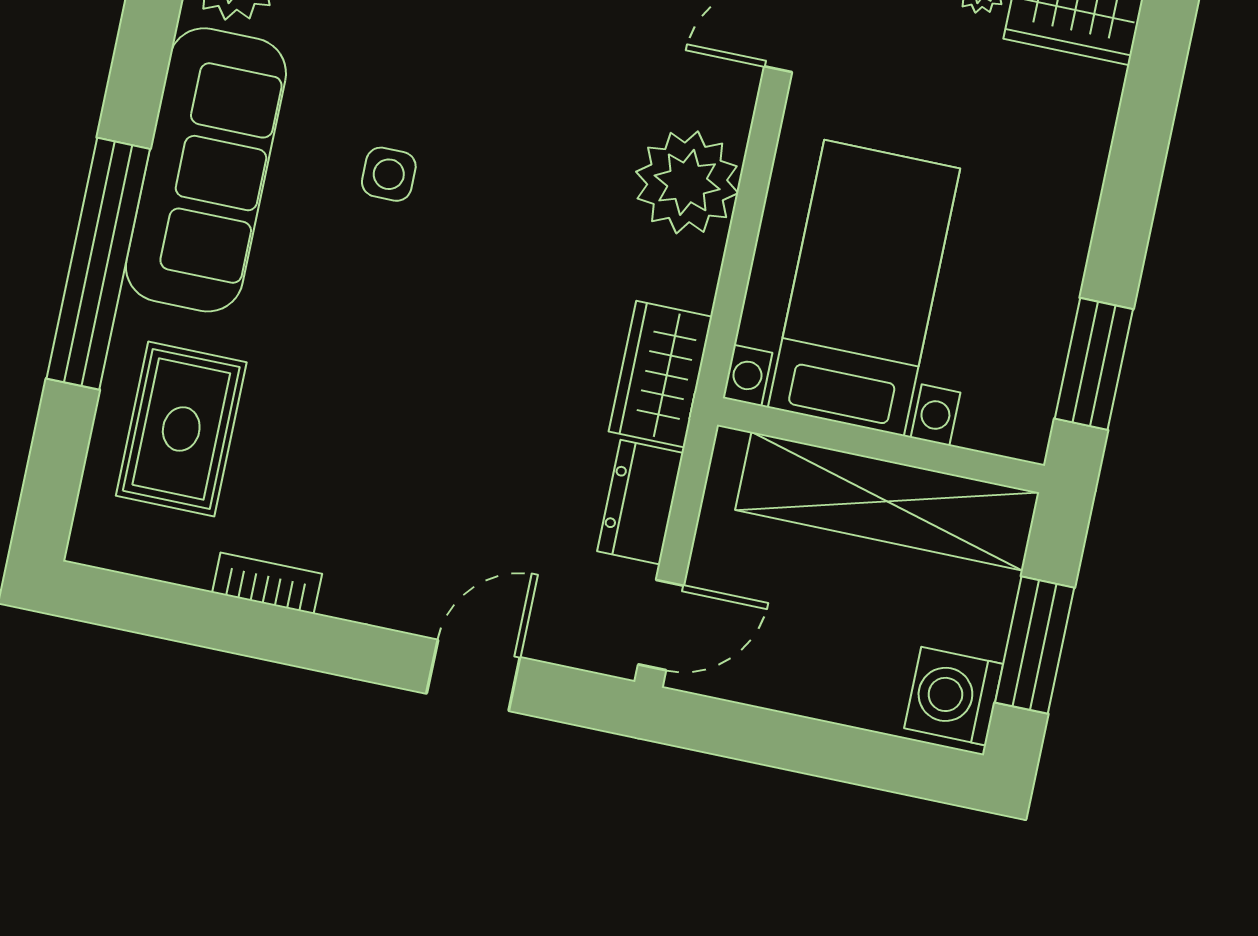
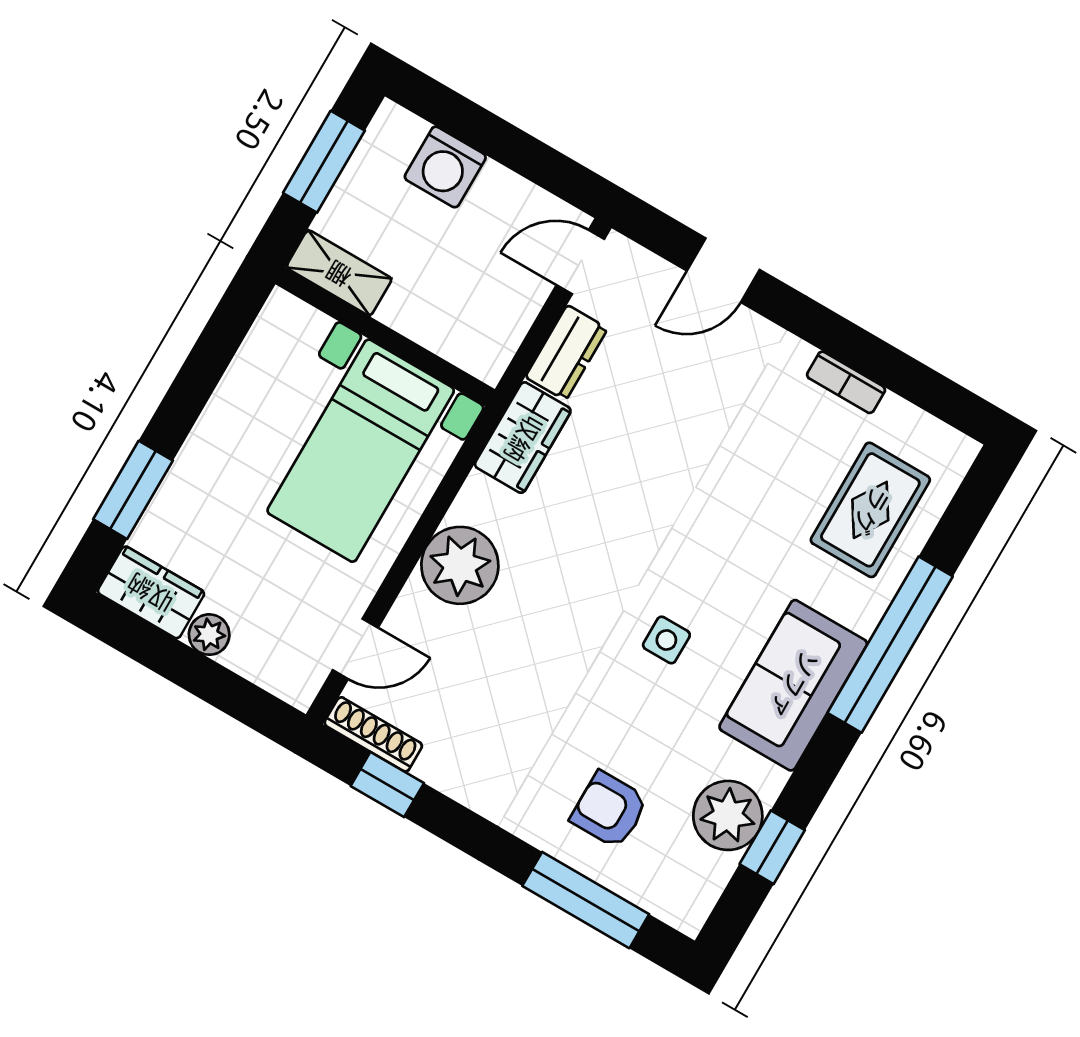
sofa: (206, 170) -> (793, 685), width x0.73
window: (1094, 364) -> (133, 490), moved
shelving: (887, 501) -> (339, 273), width x0.45, depth x0.75
washing machine: (954, 696) -> (445, 167), moved, turned 90

